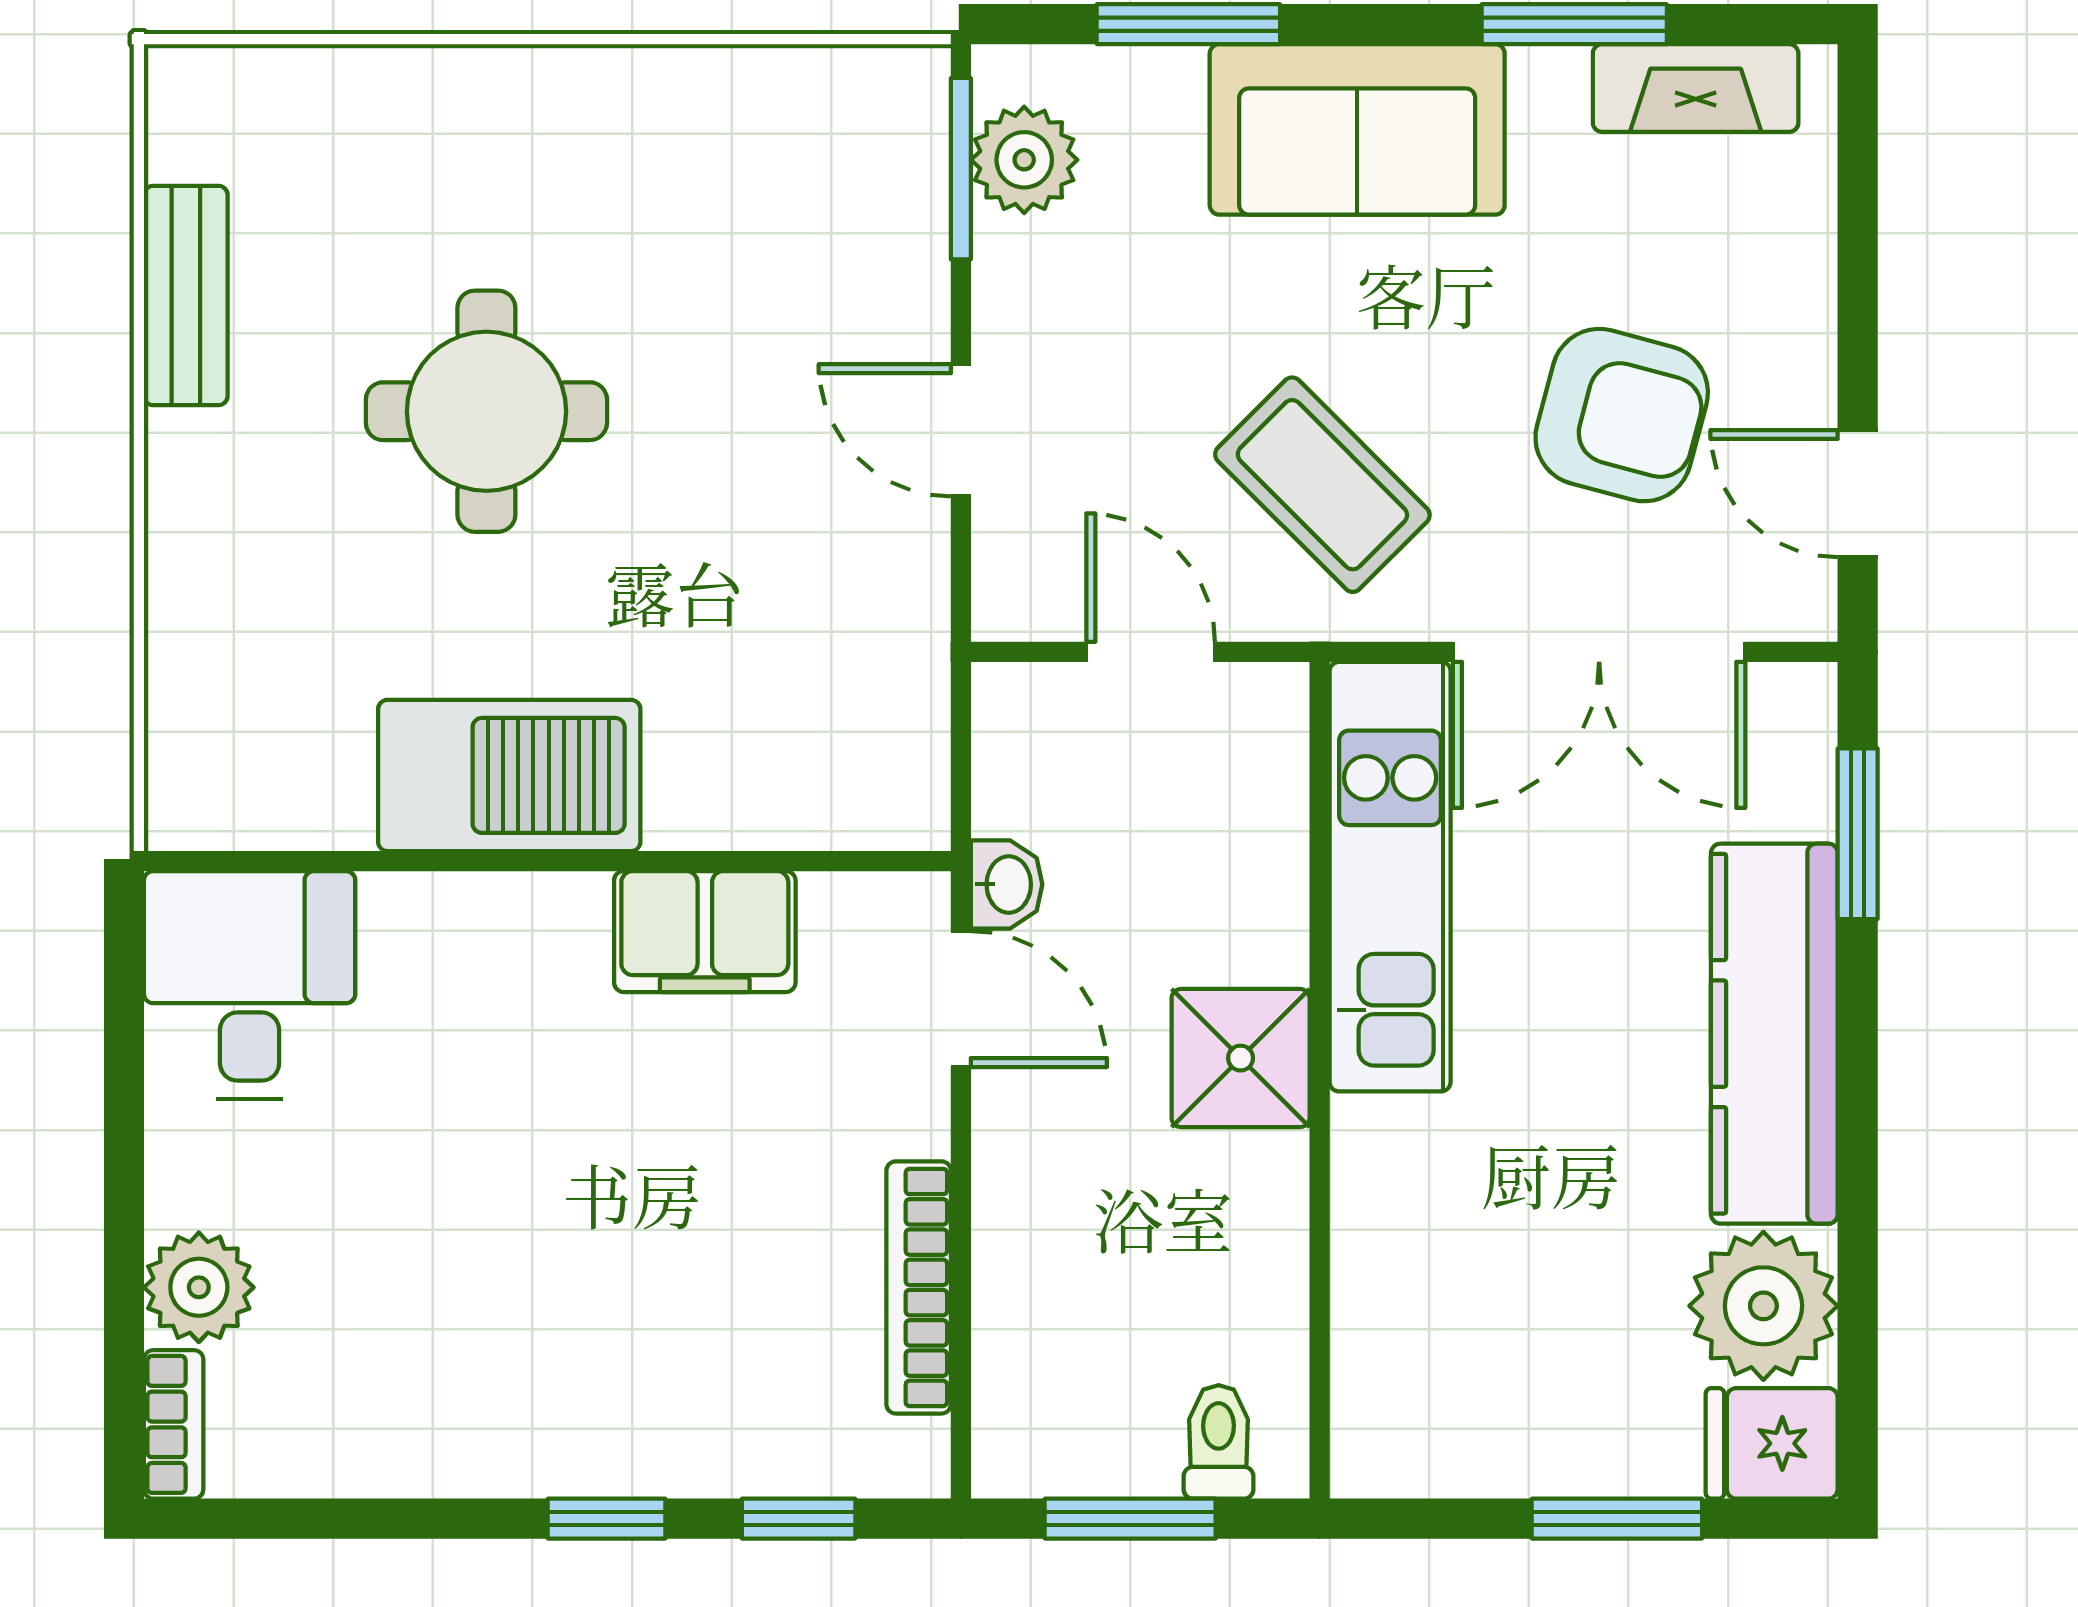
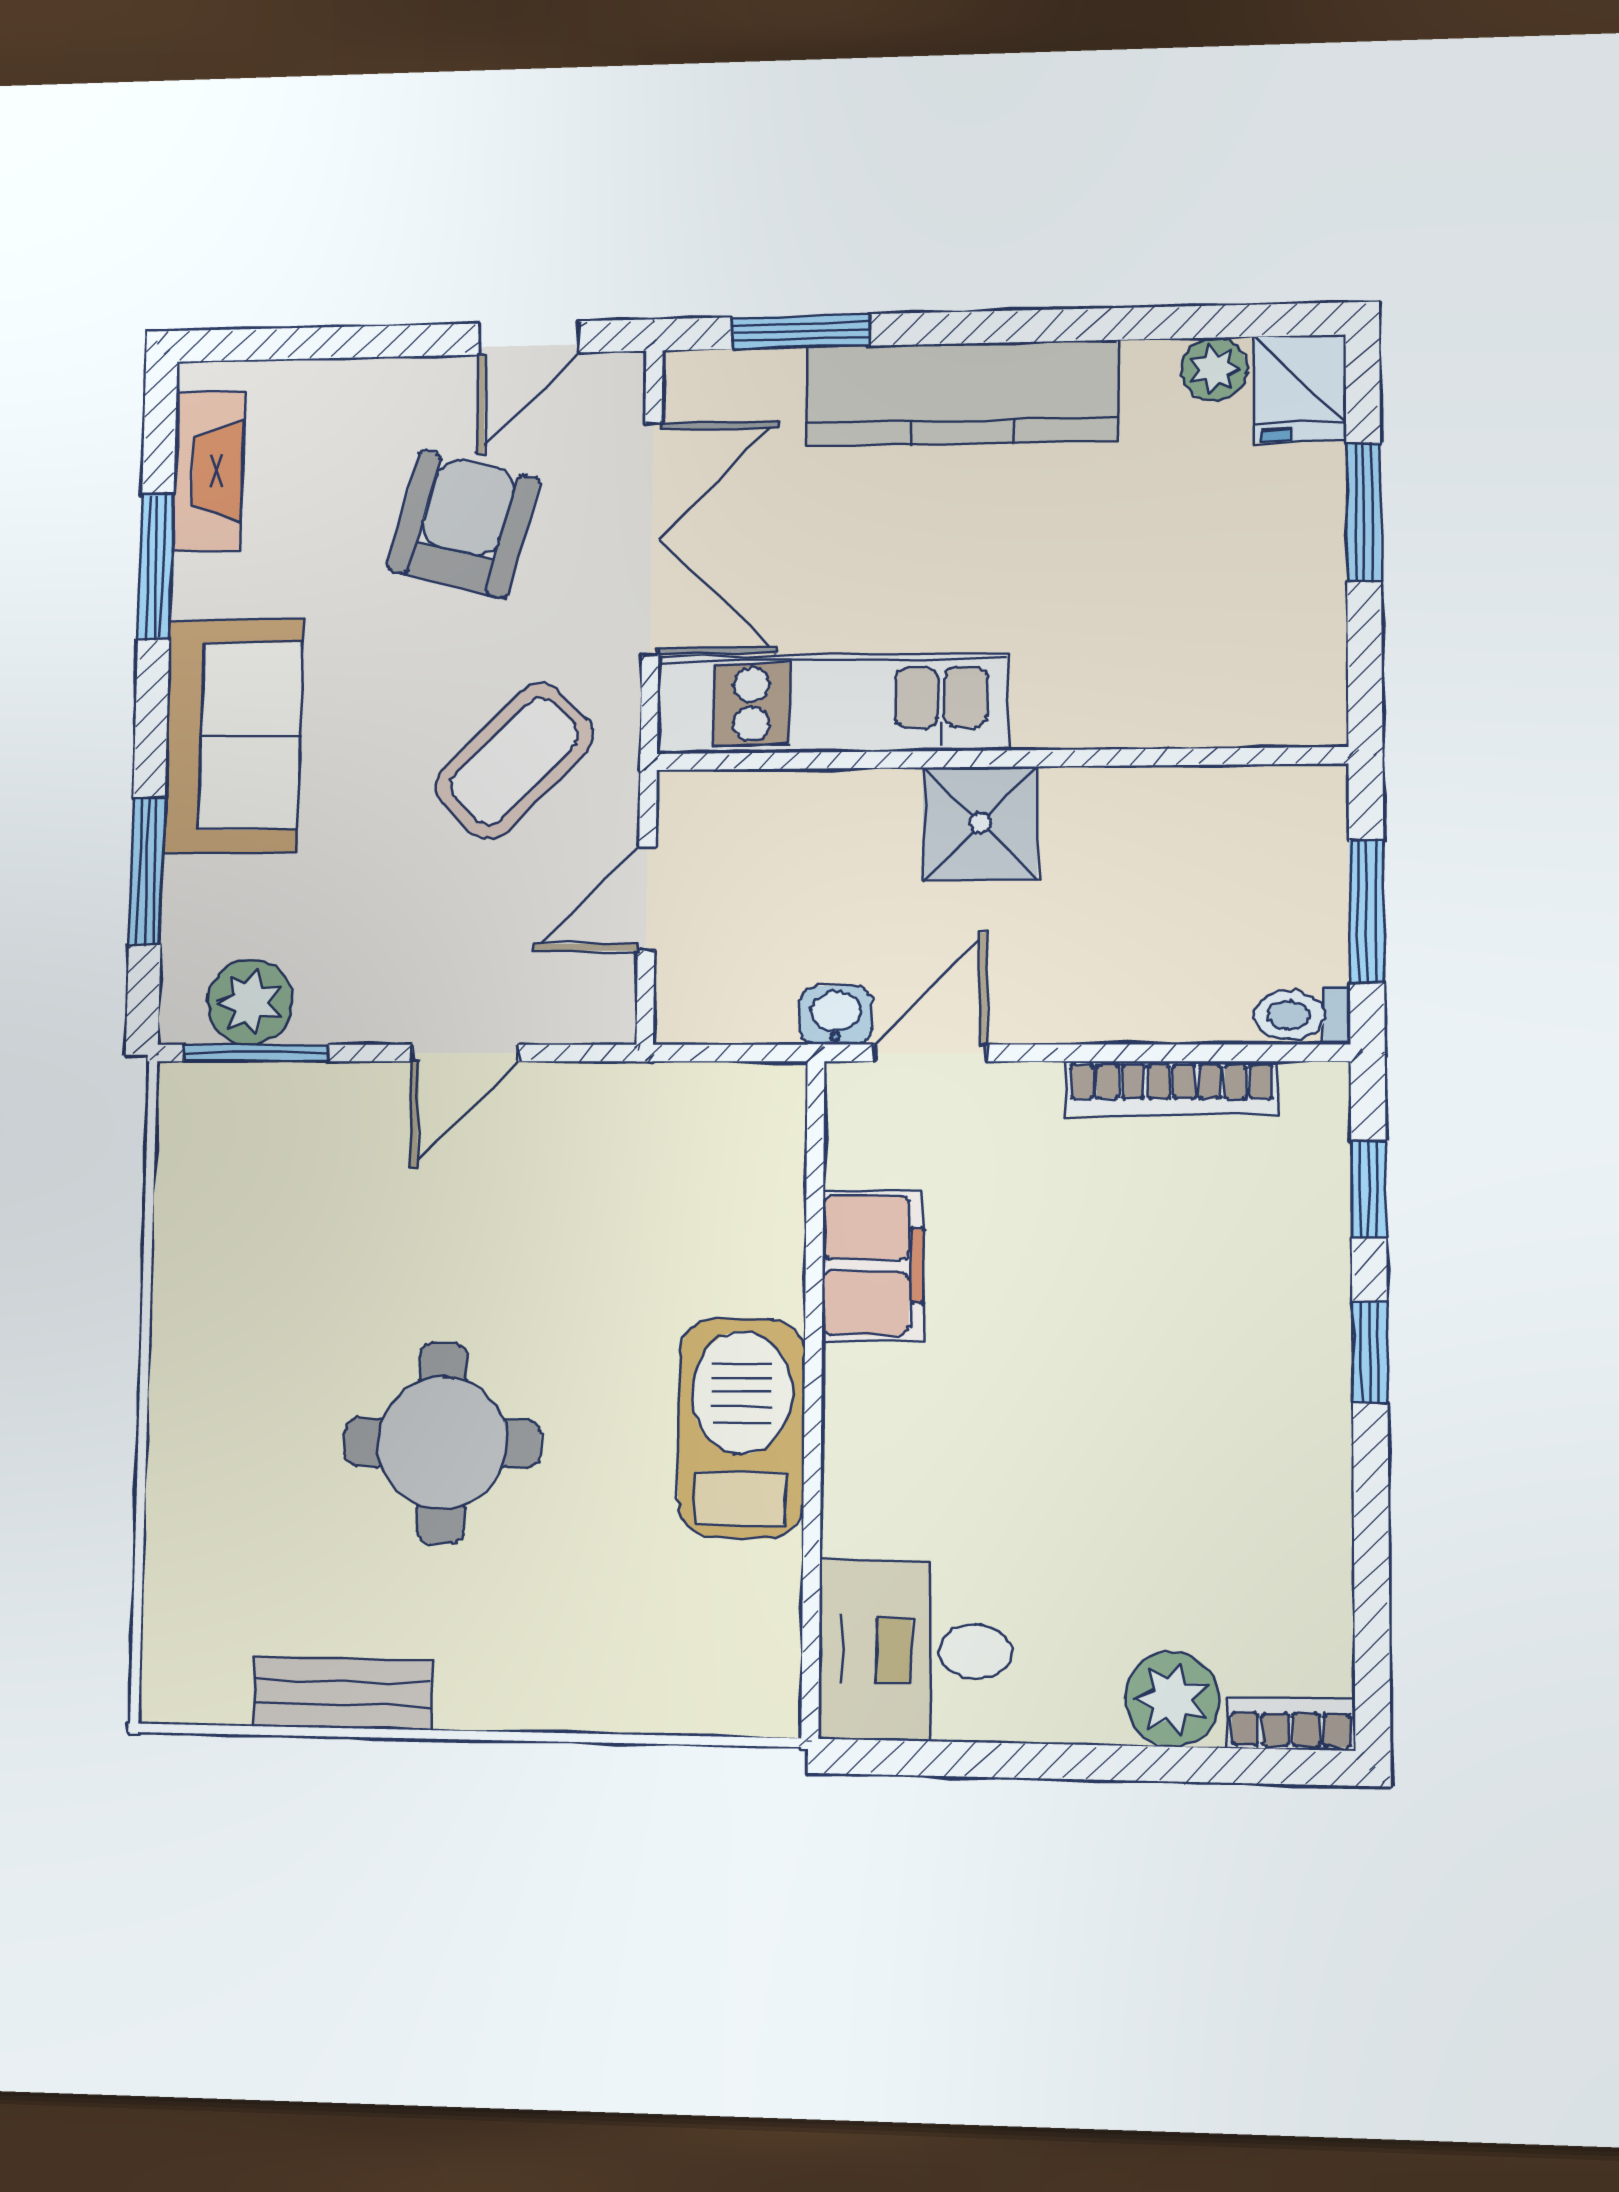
plant: (1763, 1306) -> (1214, 369), width x0.53, depth x0.53
toilet: (1219, 1442) -> (1302, 1015), moved

